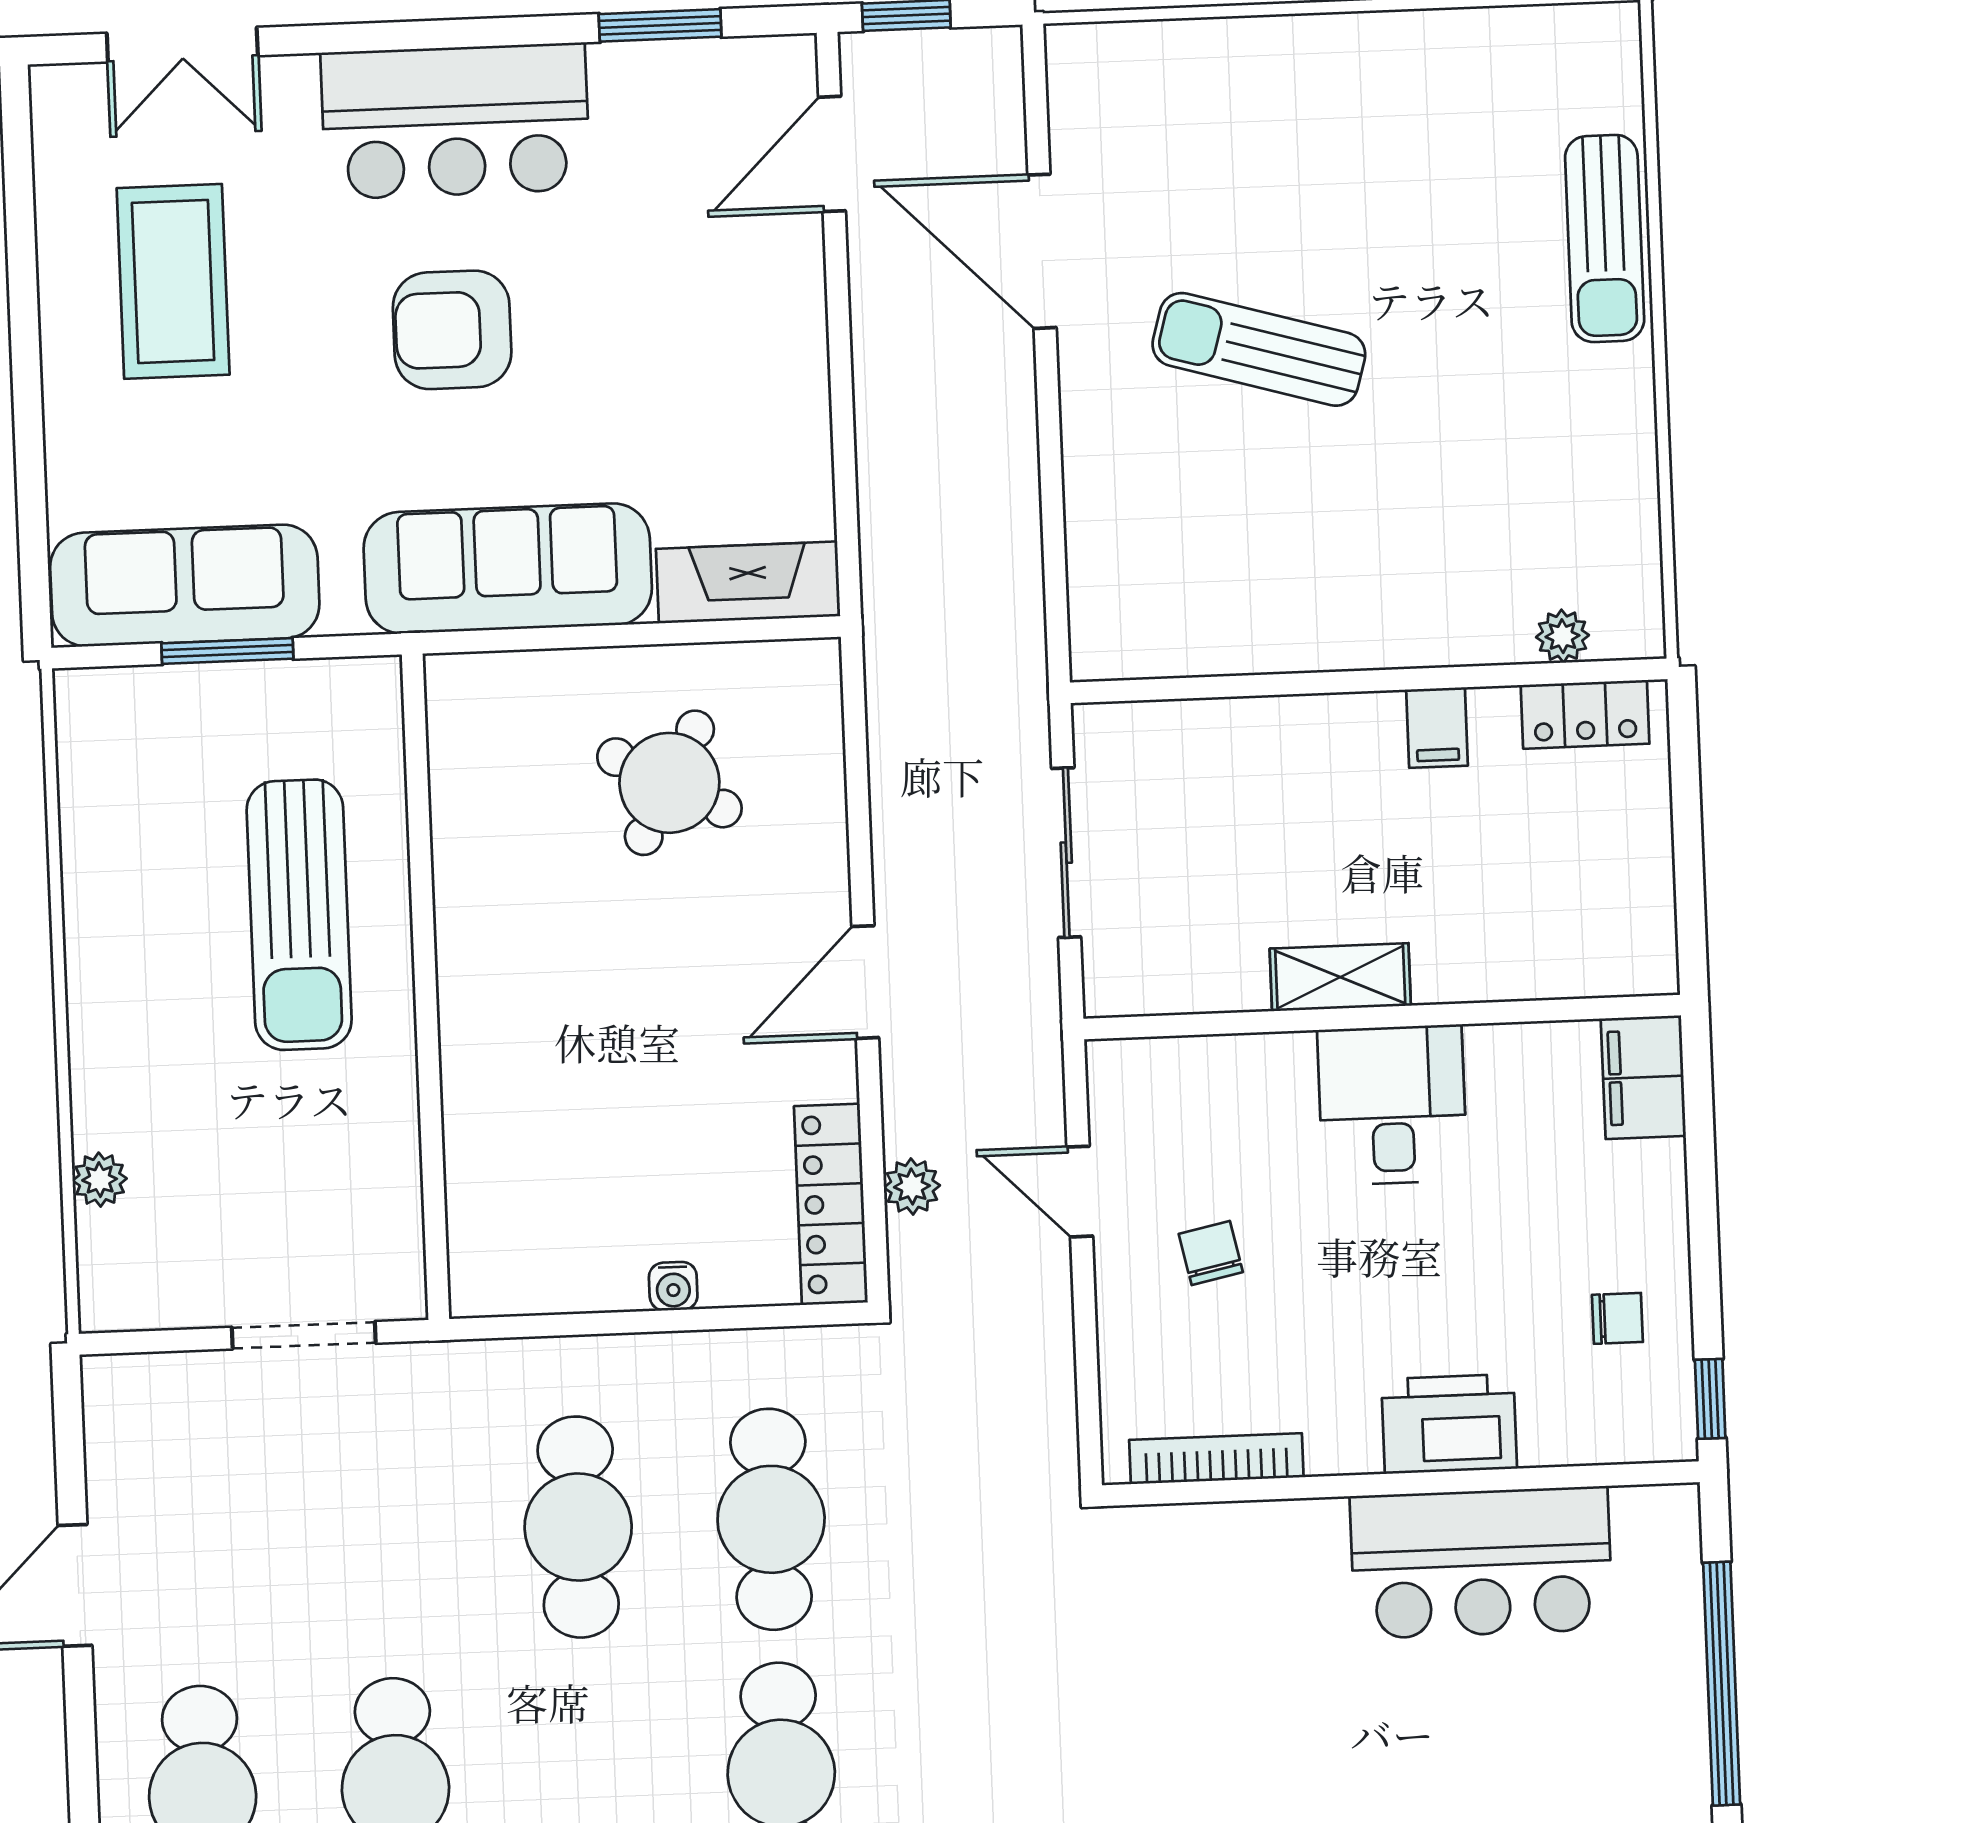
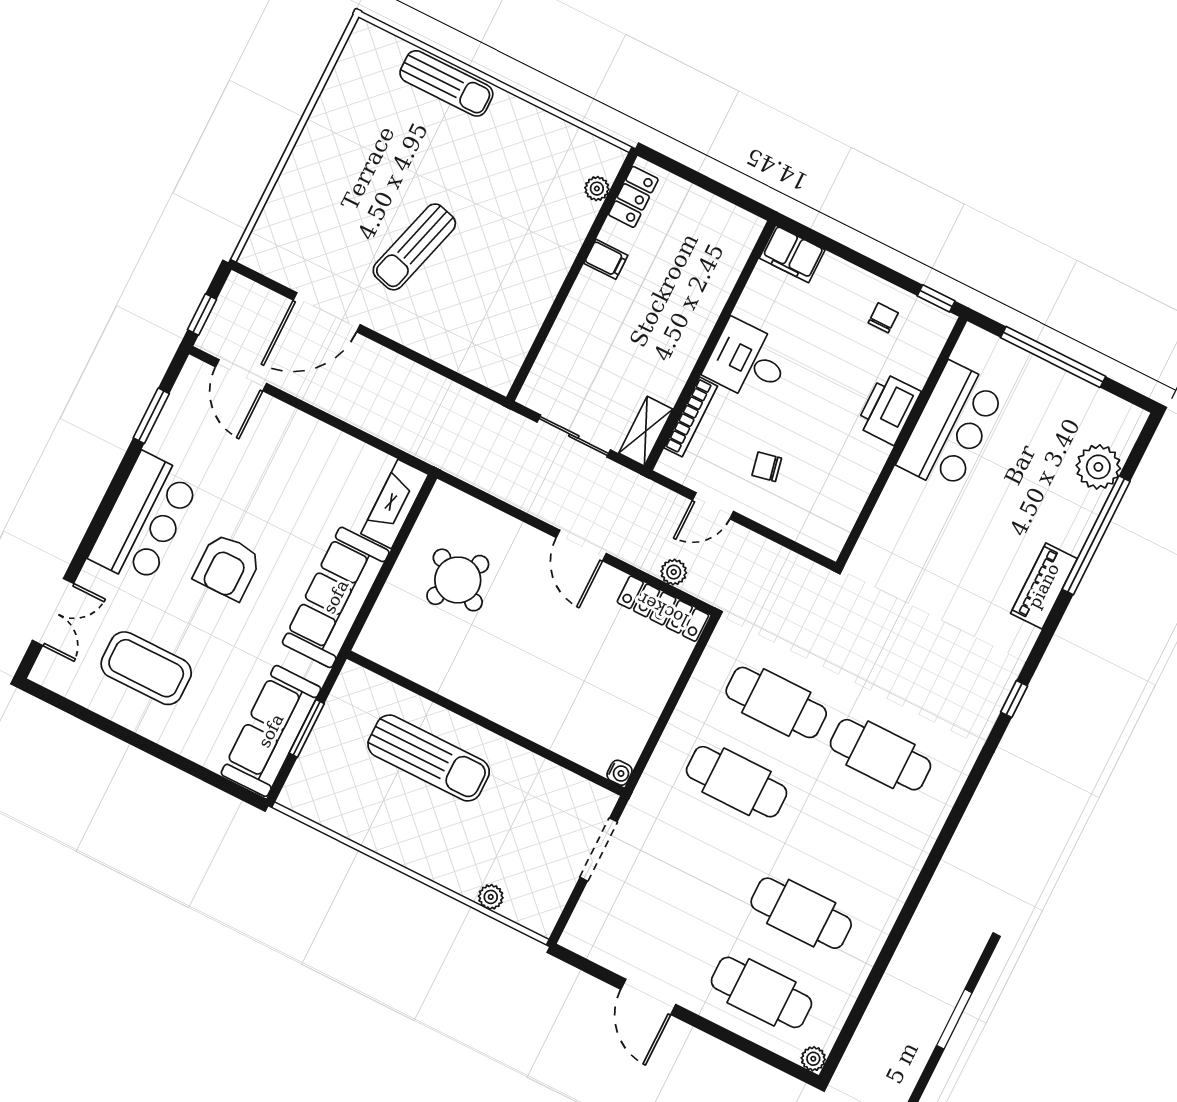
shelving: (1340, 977) -> (646, 431), moved
water cooler: (673, 1286) -> (619, 773), moved
bookcase: (1216, 1459) -> (691, 417), moved, turned 180

